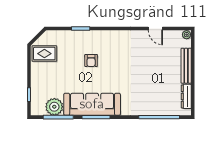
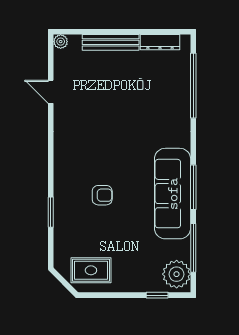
door: (155, 29) -> (51, 92), swing flipped
rug: (44, 54) -> (91, 270), turned 90
plant: (54, 107) -> (177, 274), moved

